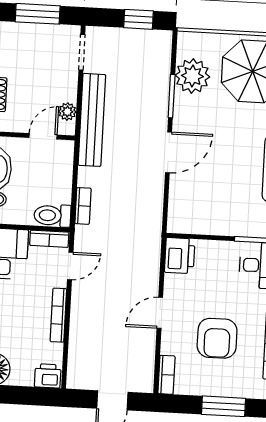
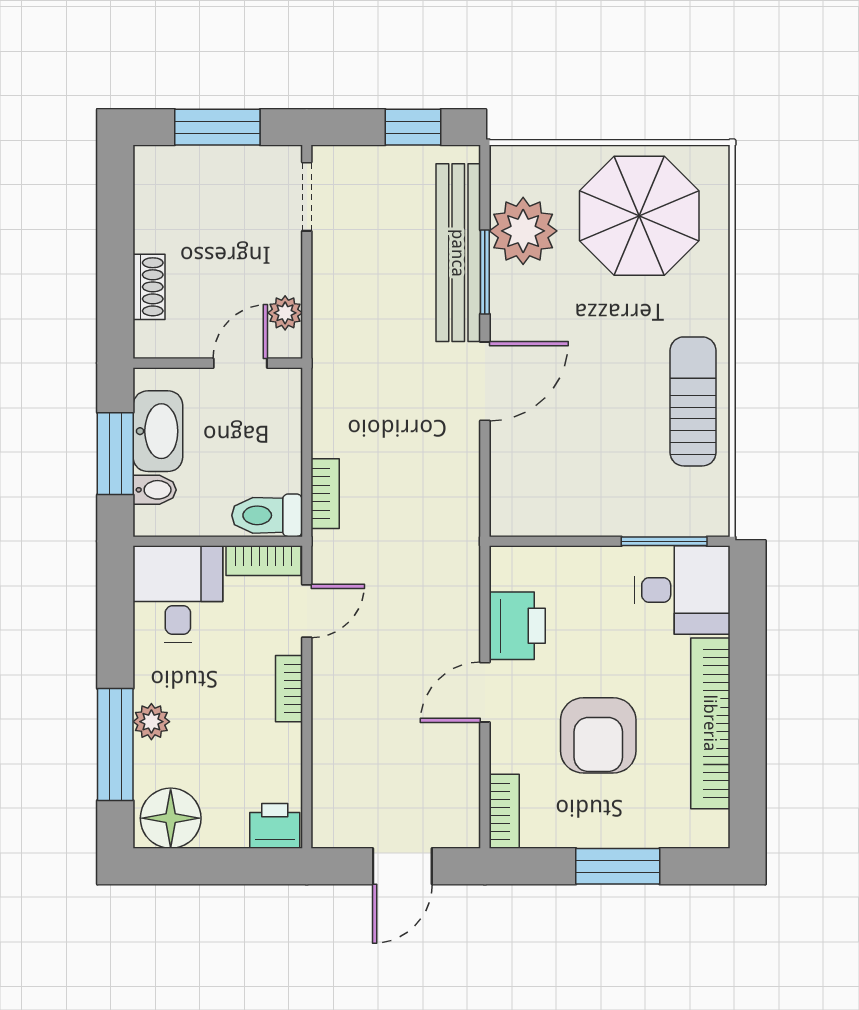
bench: (92, 120) -> (458, 253), moved
printer: (180, 256) -> (517, 626), moved
bookcase: (58, 315) -> (289, 689), width x0.64

